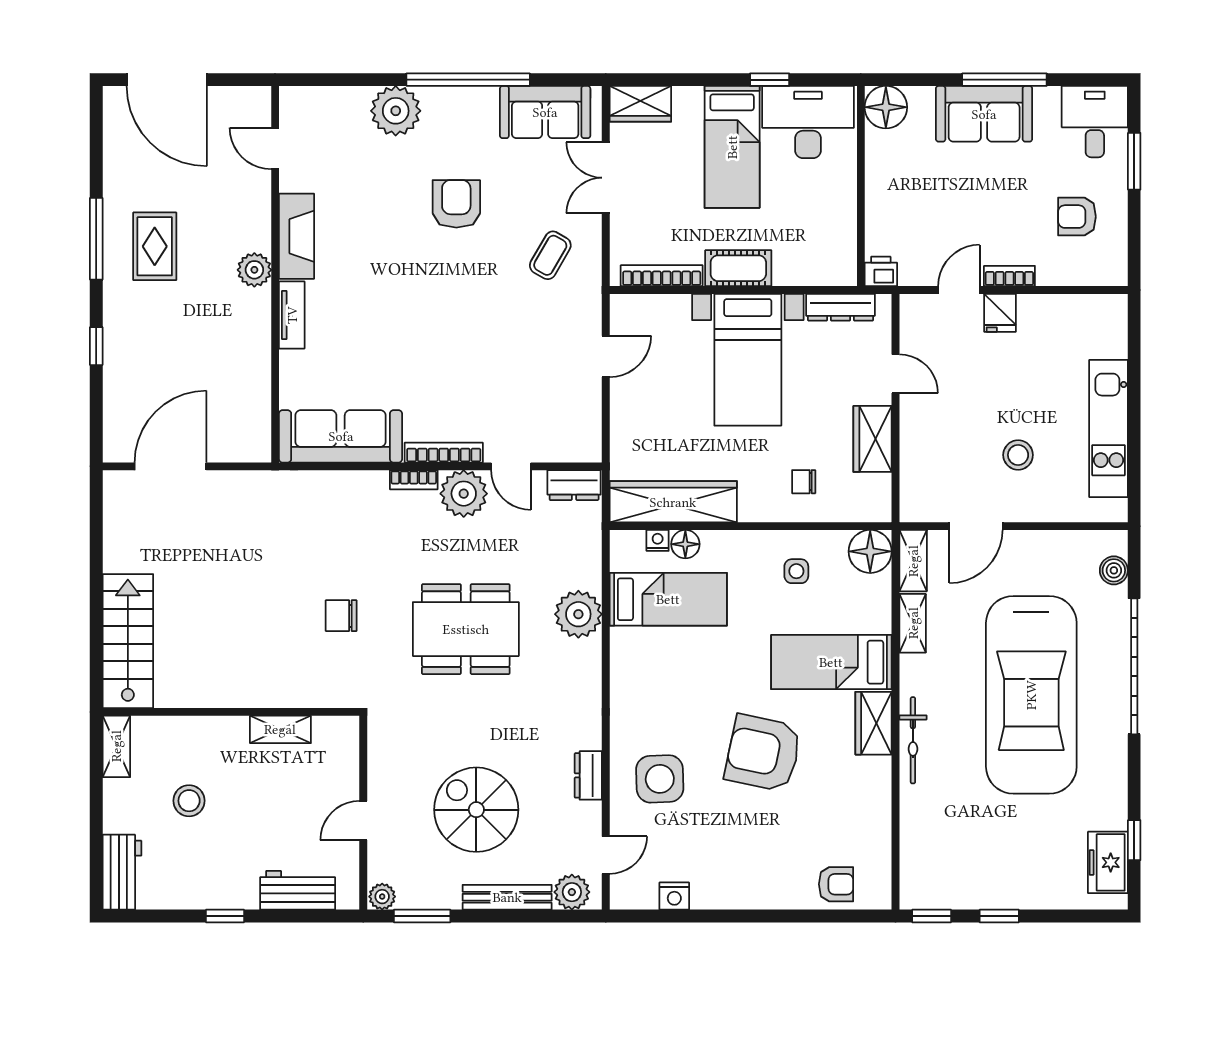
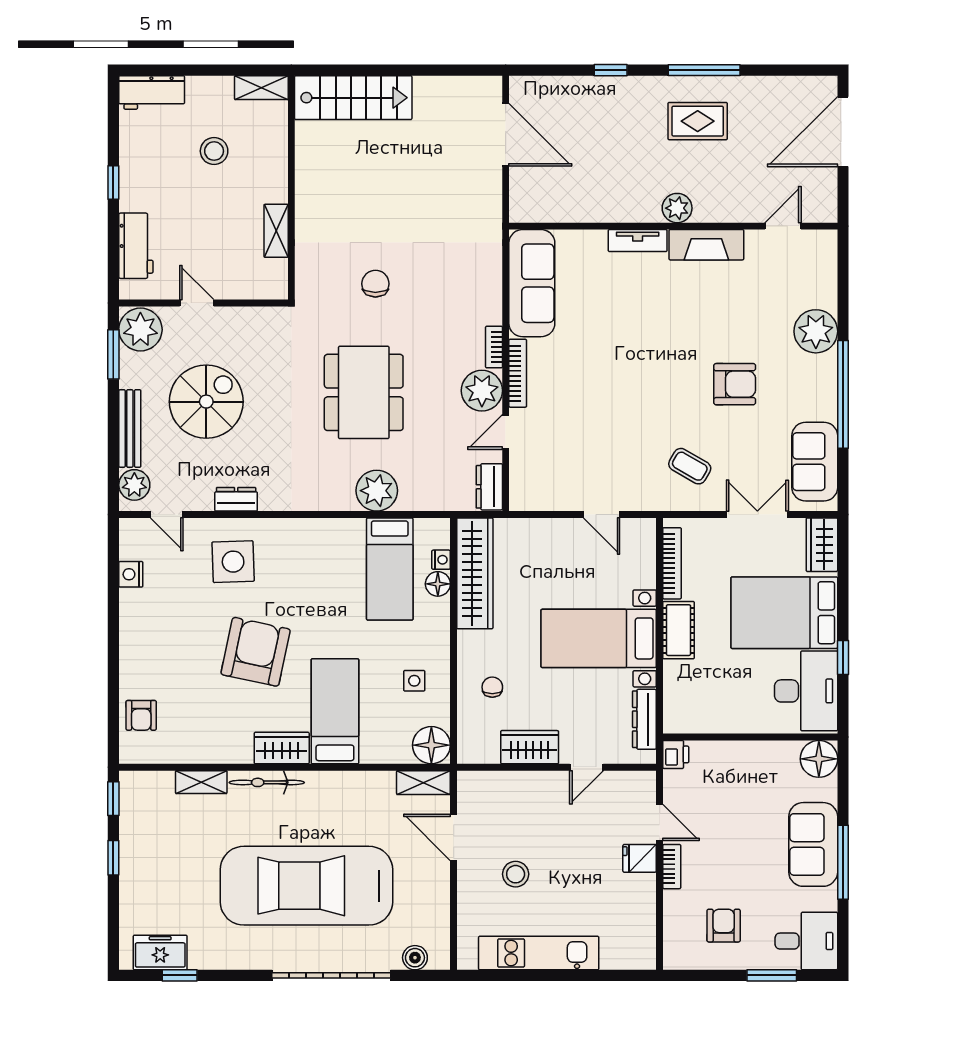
bed: (732, 147) -> (784, 613), width x1.50
shelving: (913, 623) -> (201, 782), moved
plant: (382, 897) -> (140, 330), width x1.88, depth x1.88

